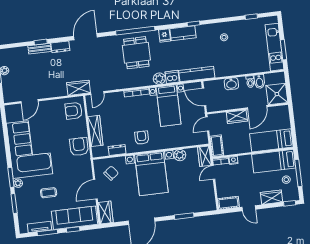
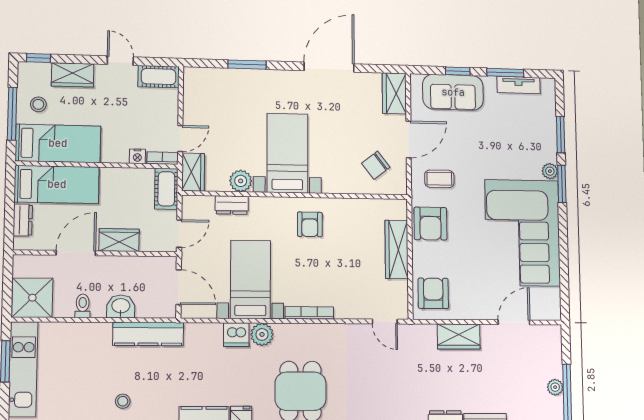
kitchen counter: (197, 74) -> (148, 334), moved
bidet: (259, 81) -> (64, 304), removed
wardrobe: (78, 88) -> (459, 337), moved
door: (97, 93) -> (385, 322), swing flipped
shower: (277, 94) -> (32, 298), moved
armchair: (74, 111) -> (433, 293), turned -90
dresser: (285, 120) -> (23, 220), added
dresser: (117, 150) -> (232, 205), moved
bed with nightstands: (151, 174) -> (287, 153), width x0.73
coffee table: (49, 193) -> (439, 179), moved
sofa: (74, 218) -> (453, 92), width x0.73

